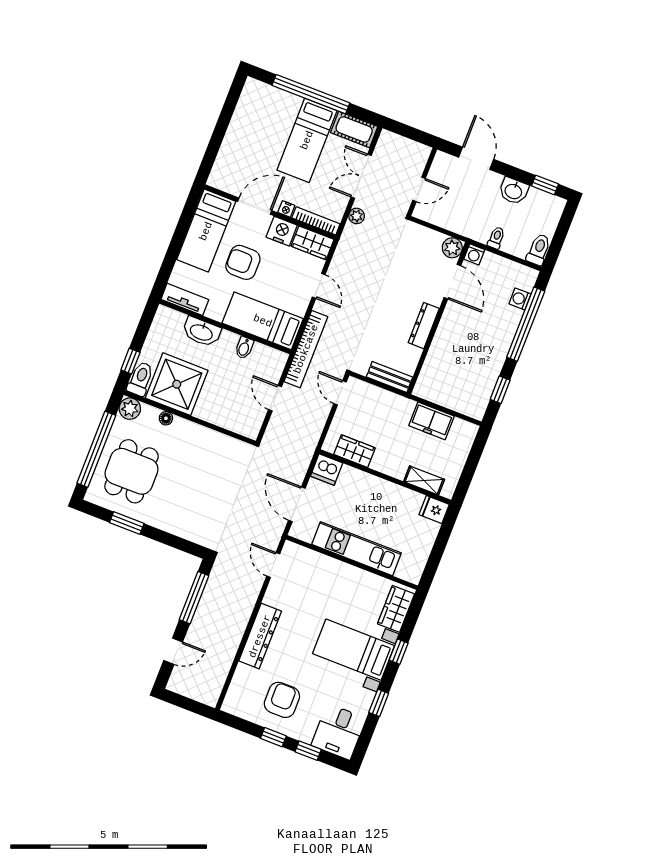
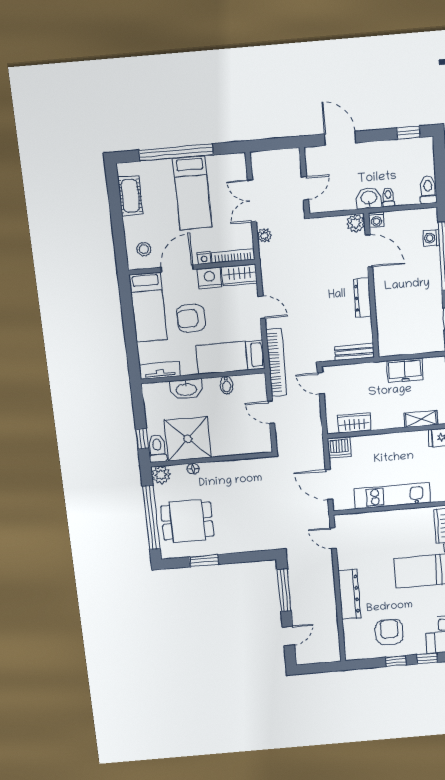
cot: (354, 129) -> (130, 196), moved, turned 90
stool: (232, 171) -> (144, 249), added
washbasin: (514, 191) -> (369, 198), moved, turned 180
dining table: (131, 471) -> (187, 521), turned 90

